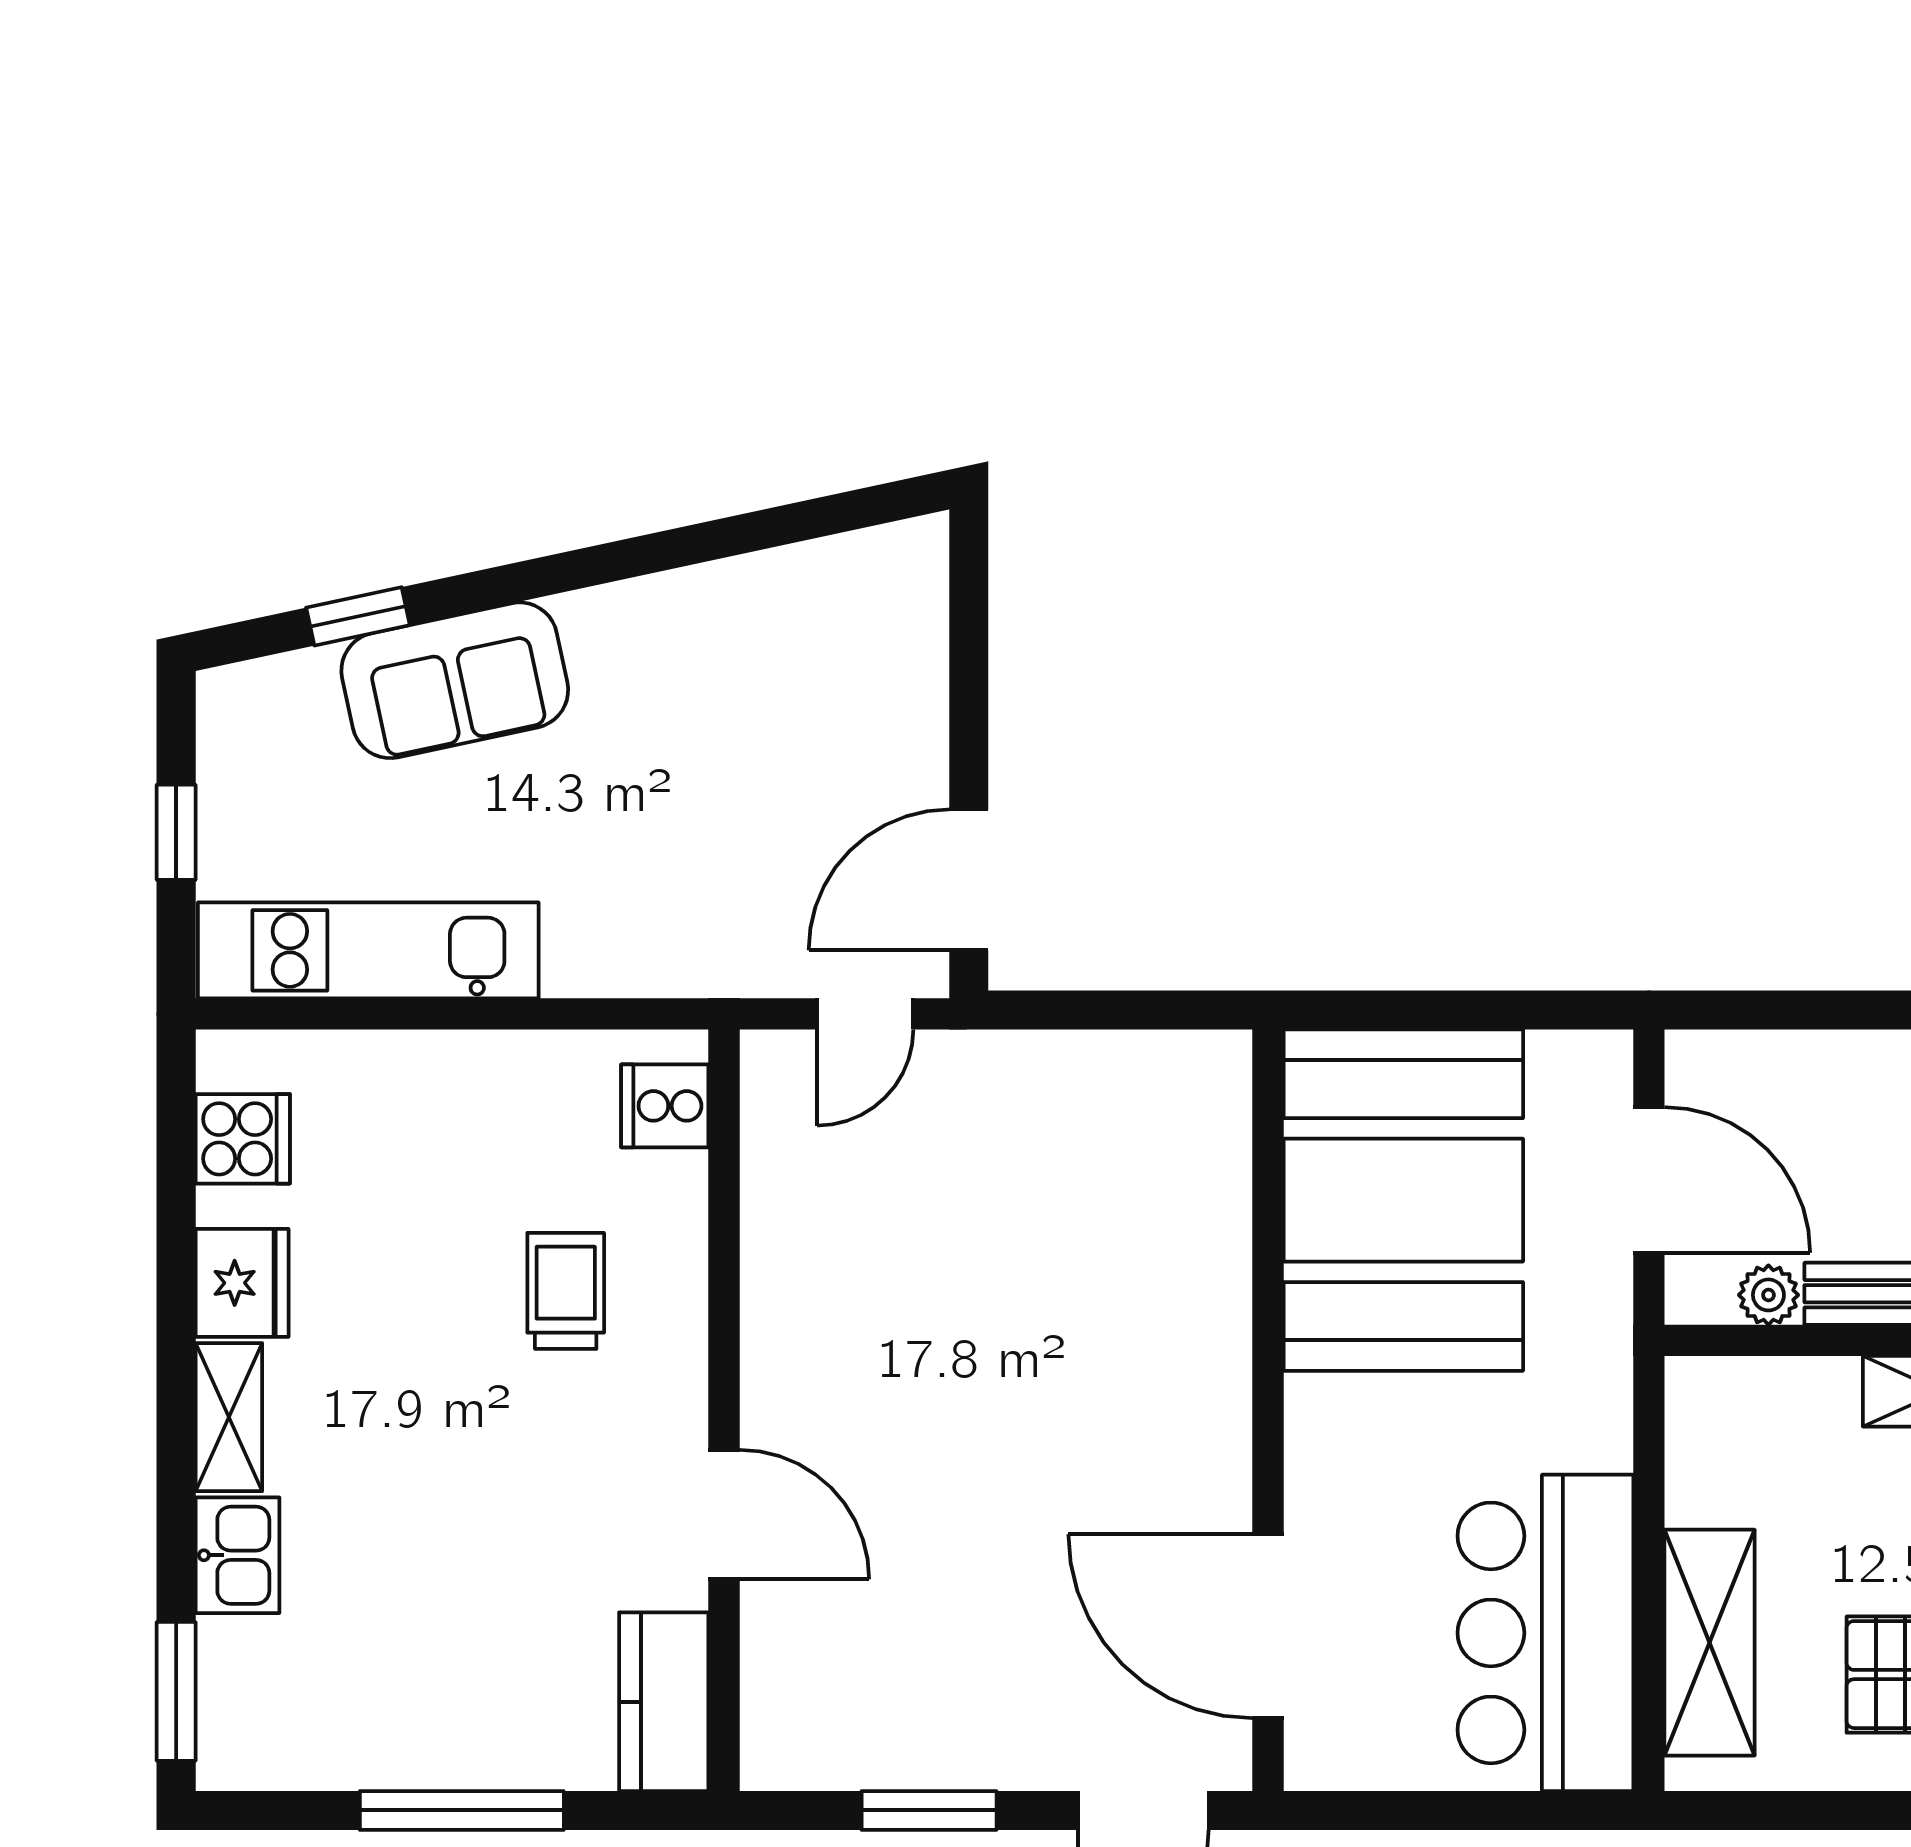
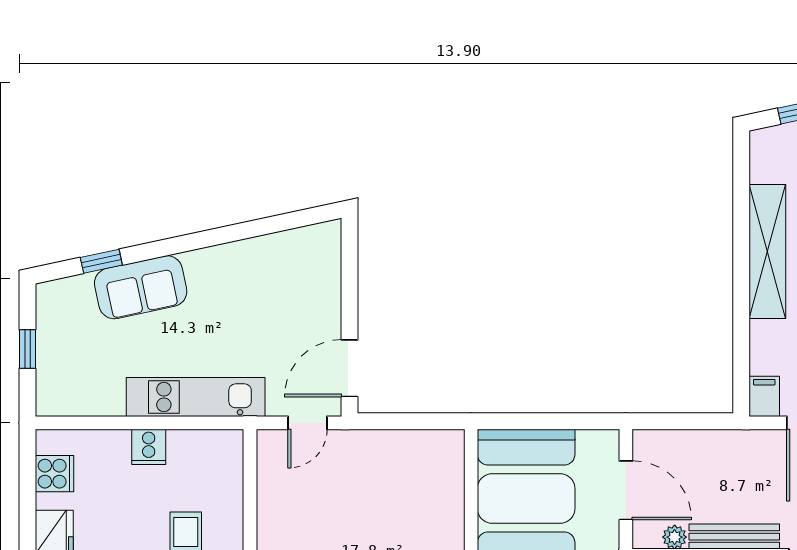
kitchen unit: (368, 950) -> (196, 397), moved
cooker: (665, 1106) -> (149, 447), moved, turned -90

